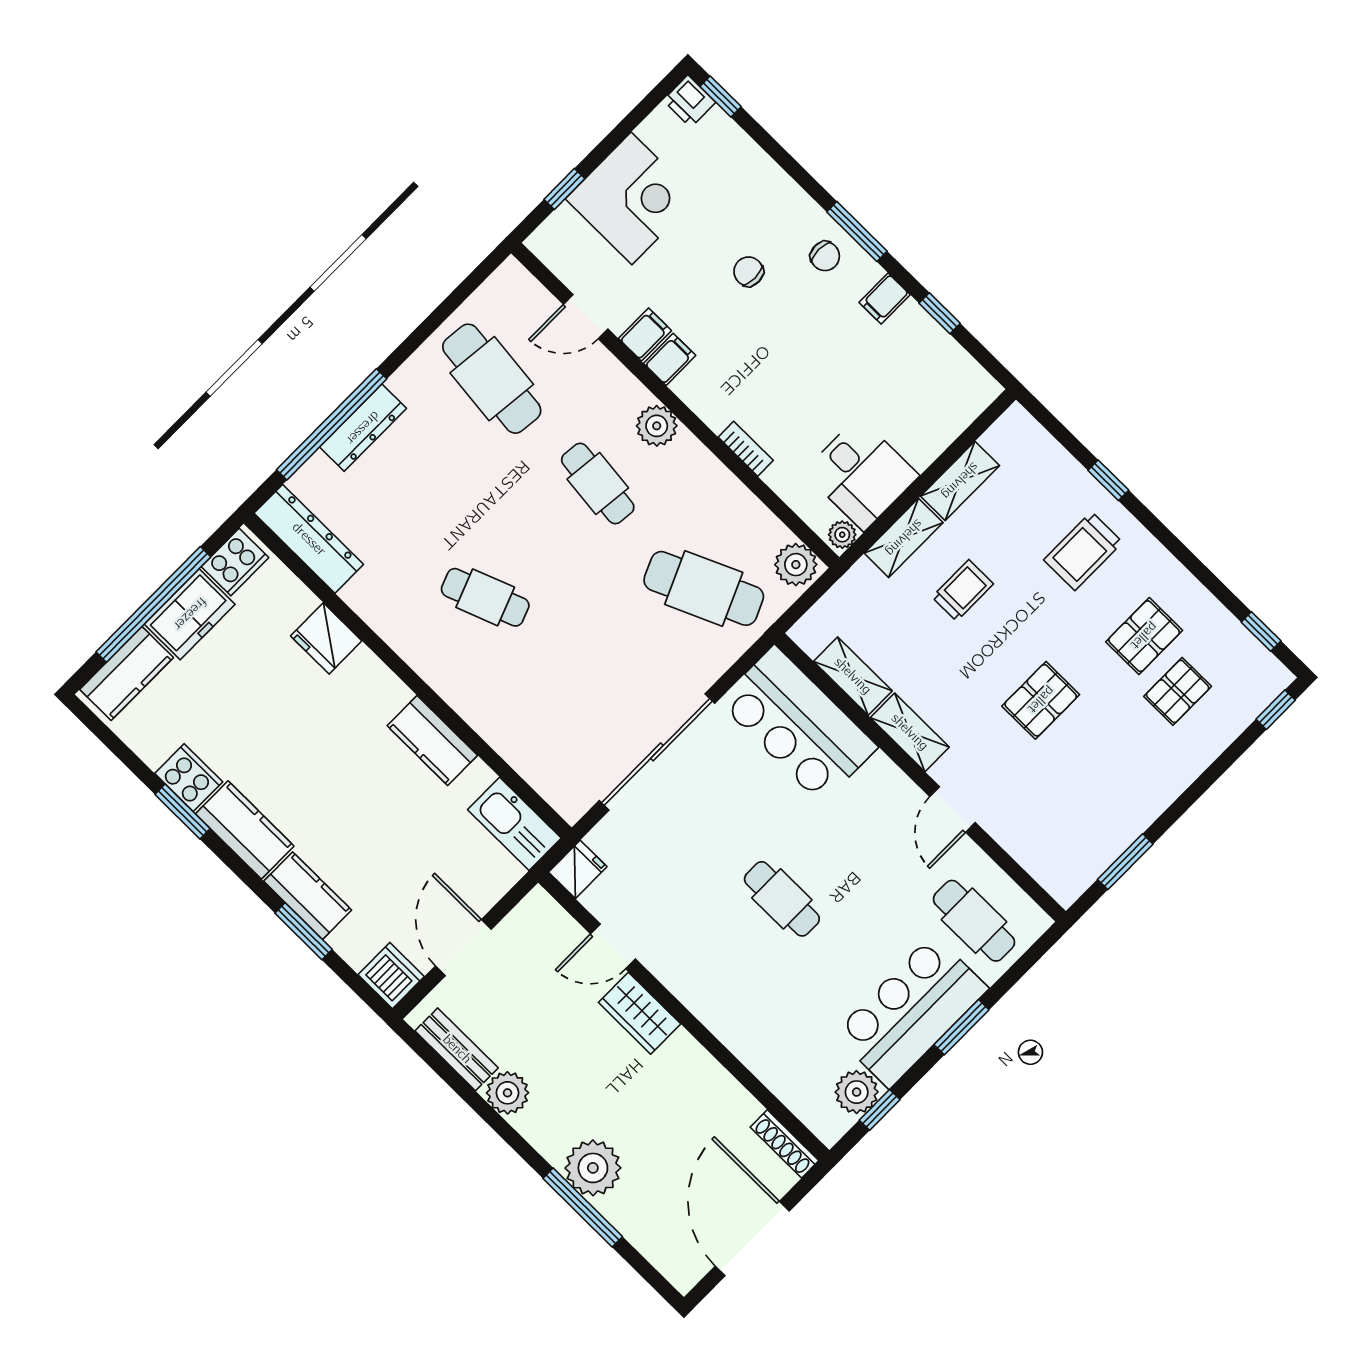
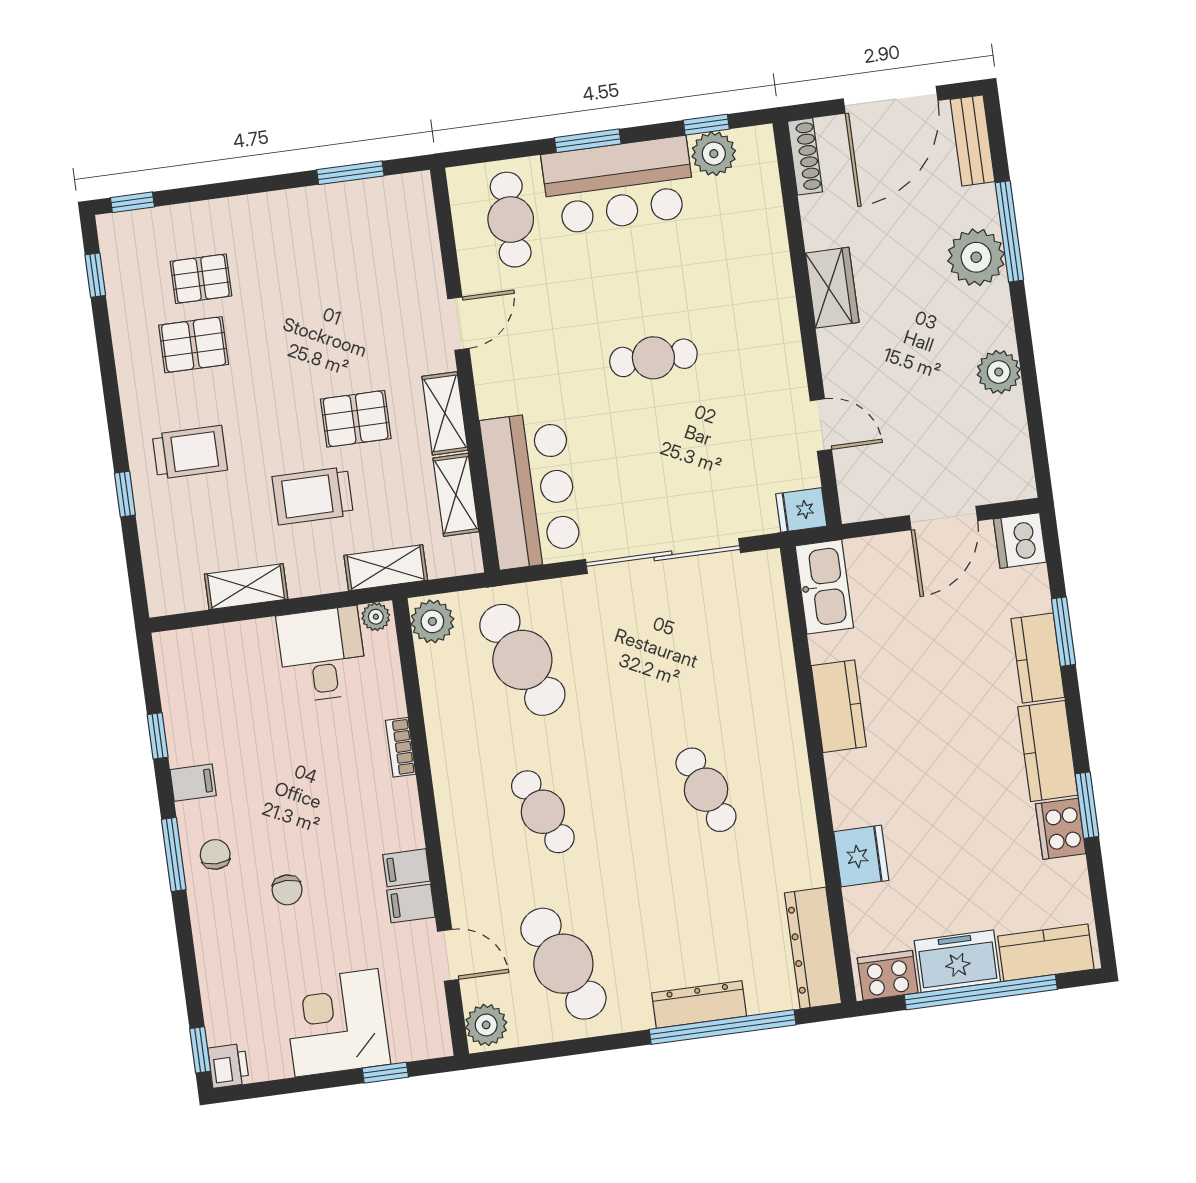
cafe table: (492, 379) -> (563, 964), turned -30
plant: (657, 426) -> (486, 1025), moved
cafe table: (598, 484) -> (543, 812), turned -30
shelving: (904, 538) -> (386, 568), moved
trolley: (963, 590) -> (313, 496), width x1.36, depth x1.39
pallet: (1041, 700) -> (356, 419), moved
cafe table: (782, 899) -> (653, 358), turned 90
wardrobe: (640, 1013) -> (832, 288), moved
bench: (457, 1049) -> (973, 141), moved

